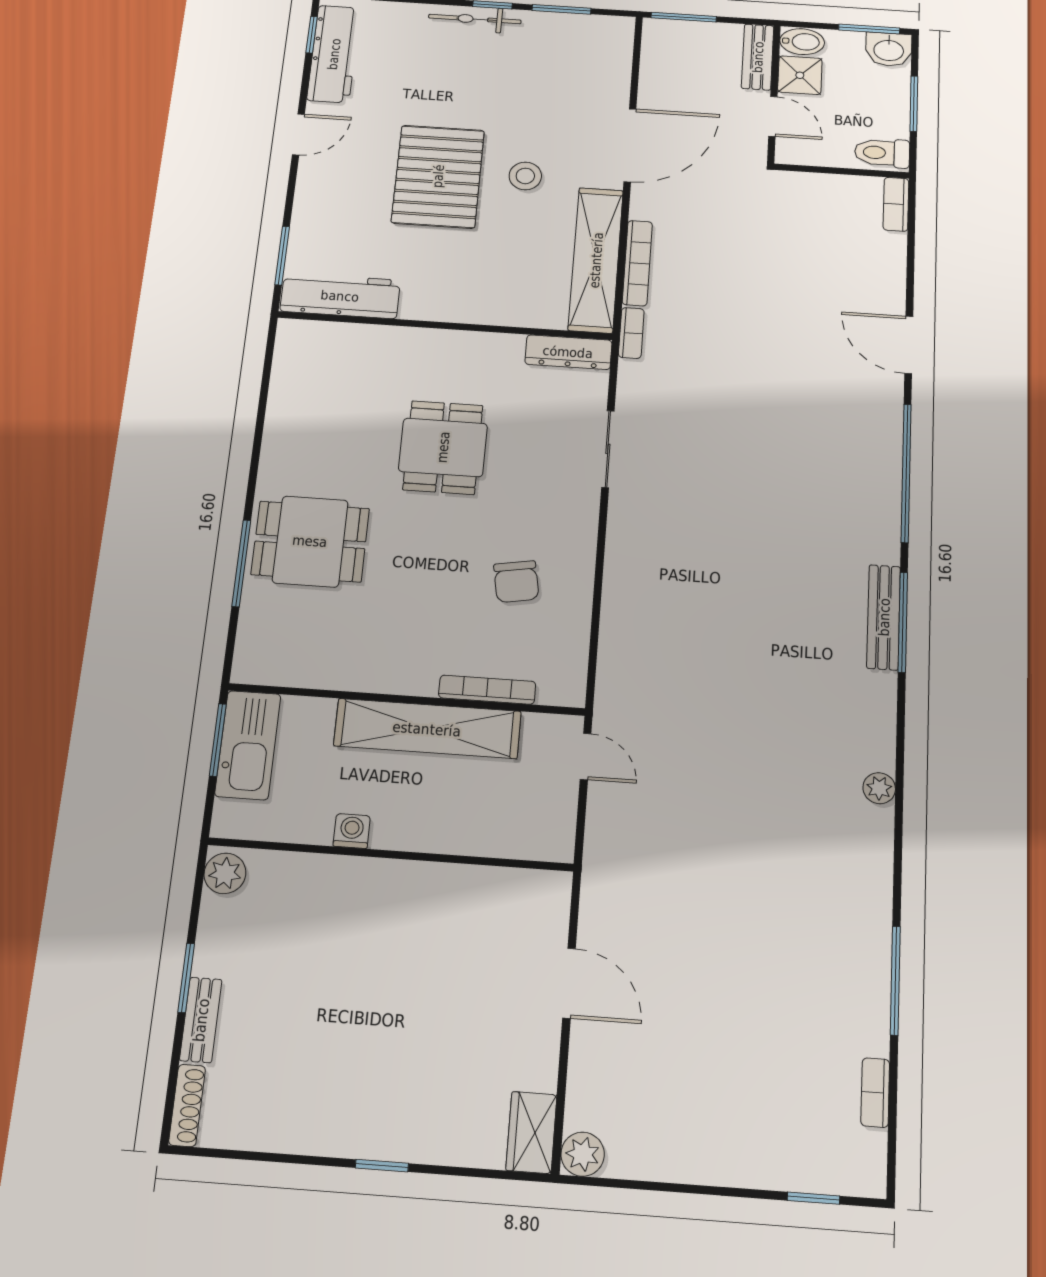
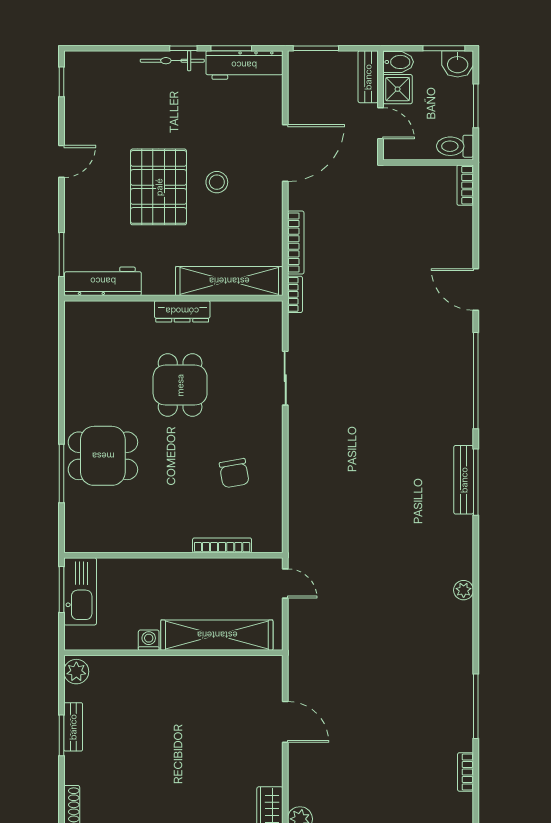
workbench: (334, 54) -> (244, 65), moved, turned 90
shelving: (596, 260) -> (229, 281), moved, turned 90
dresser: (568, 352) -> (182, 311), moved
shelving: (427, 729) -> (217, 635), moved
bench: (201, 1020) -> (73, 727), moved

